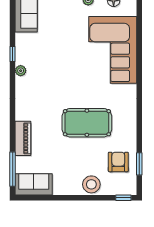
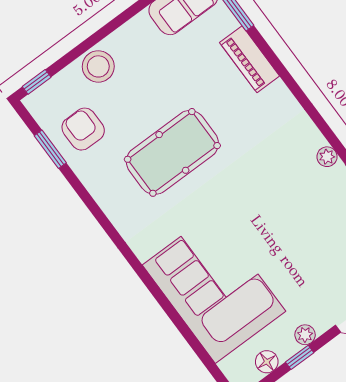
armchair: (118, 162) -> (83, 129), turned 180

